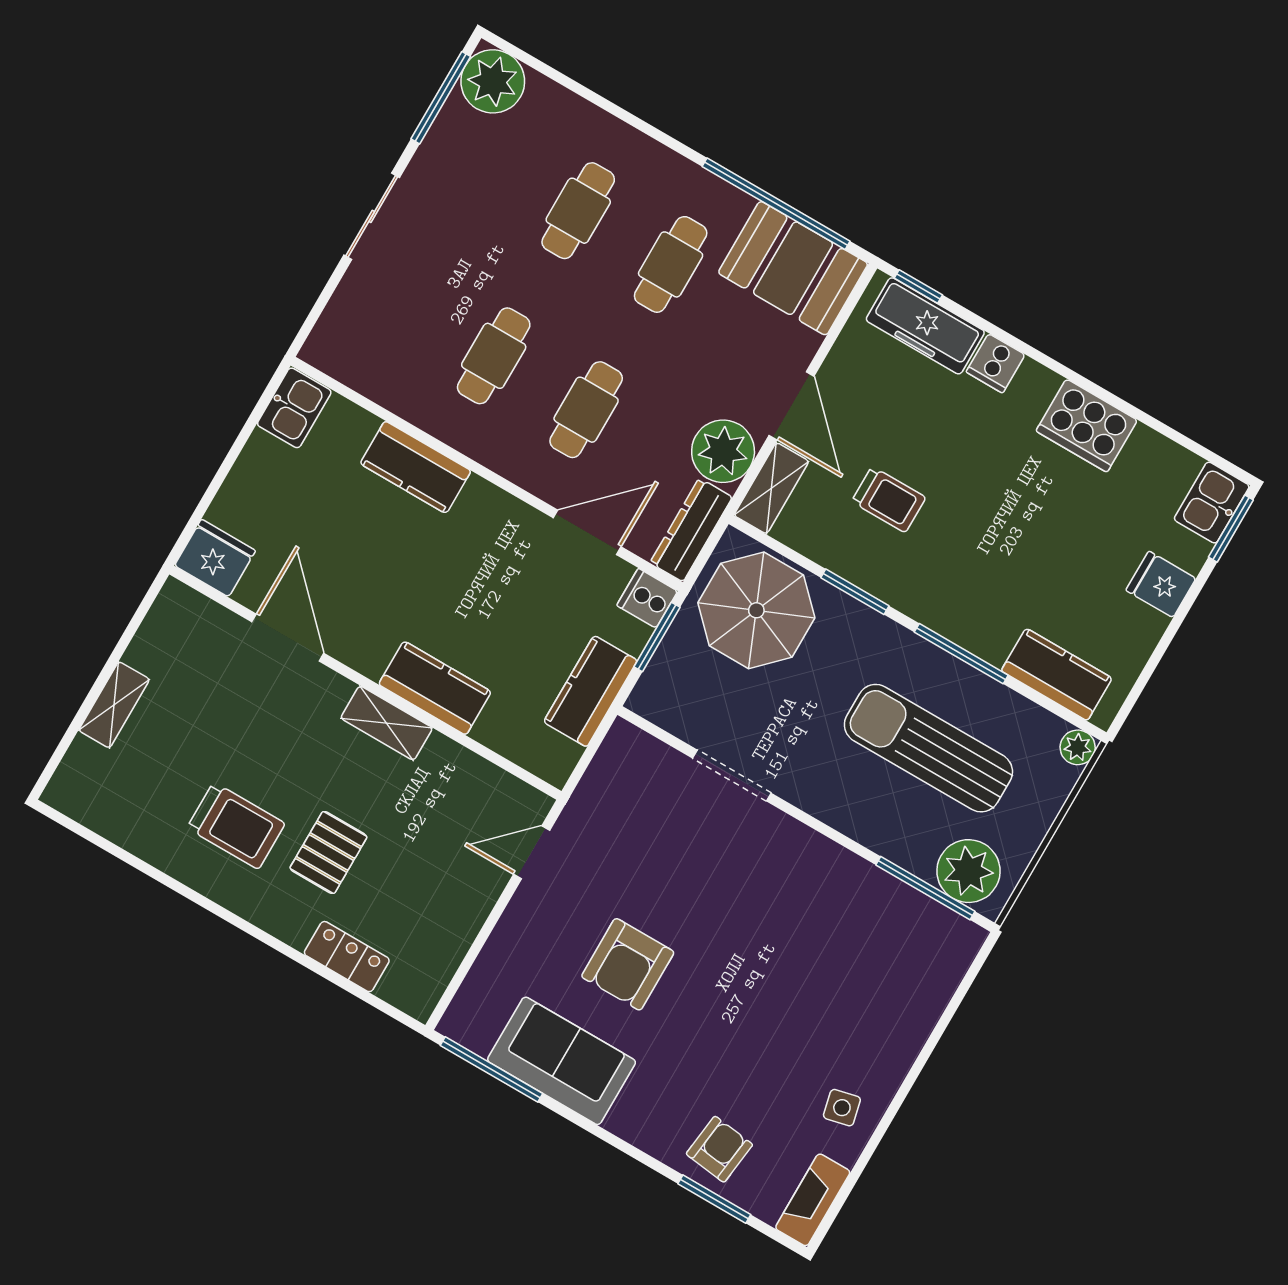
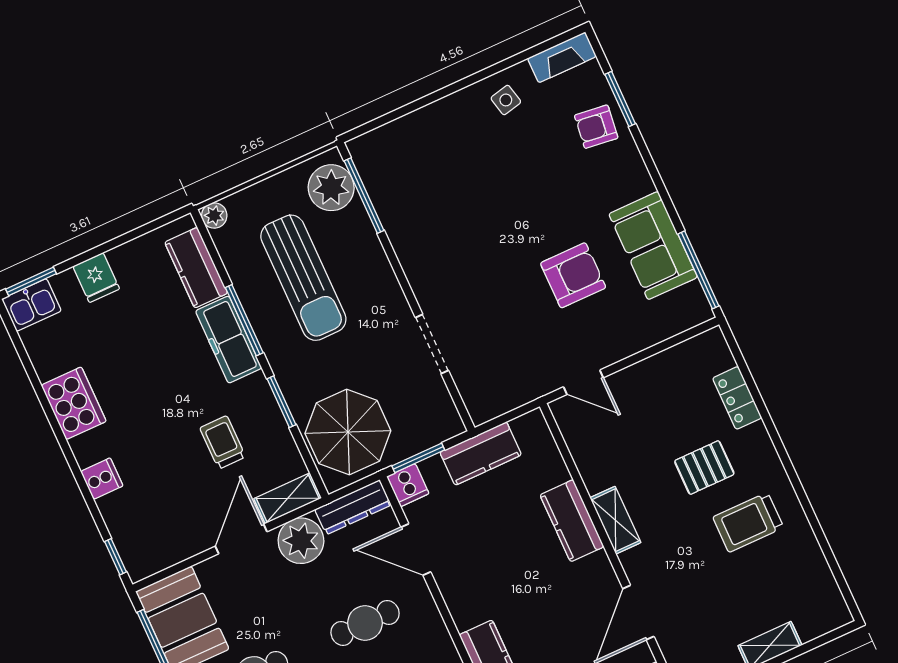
freezer: (925, 326) -> (229, 340), moved, turned 180
trolley: (236, 826) -> (748, 522), turned -90

